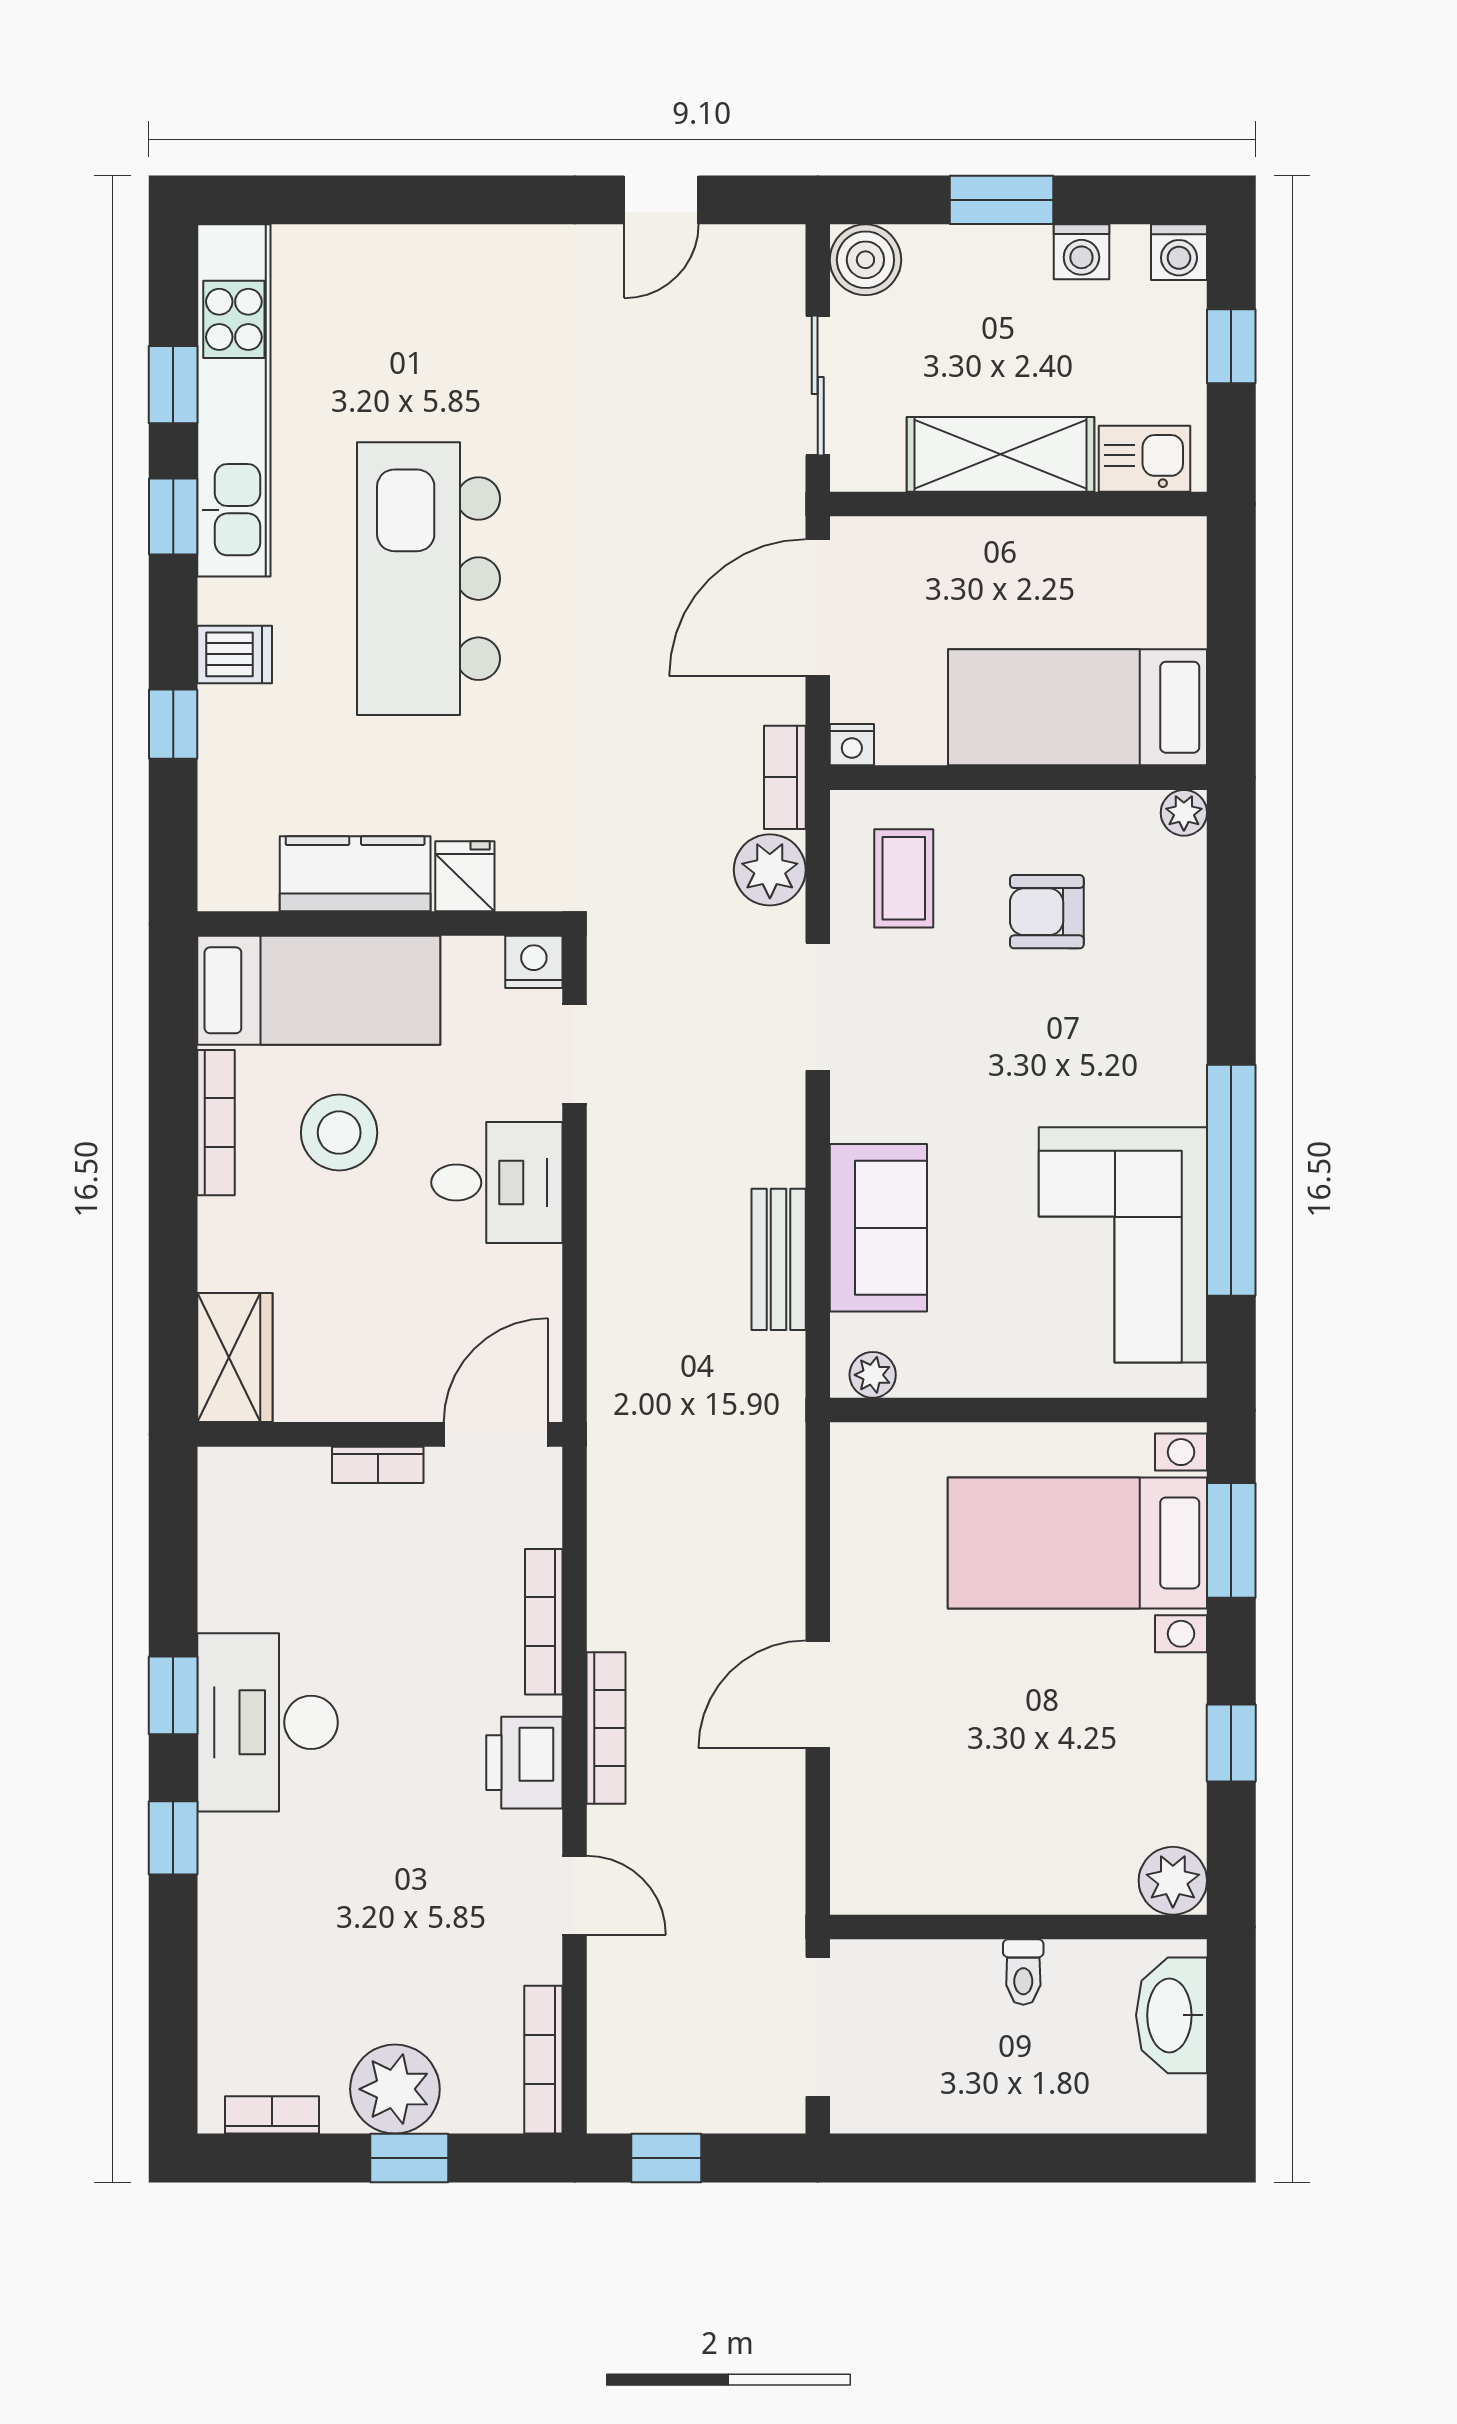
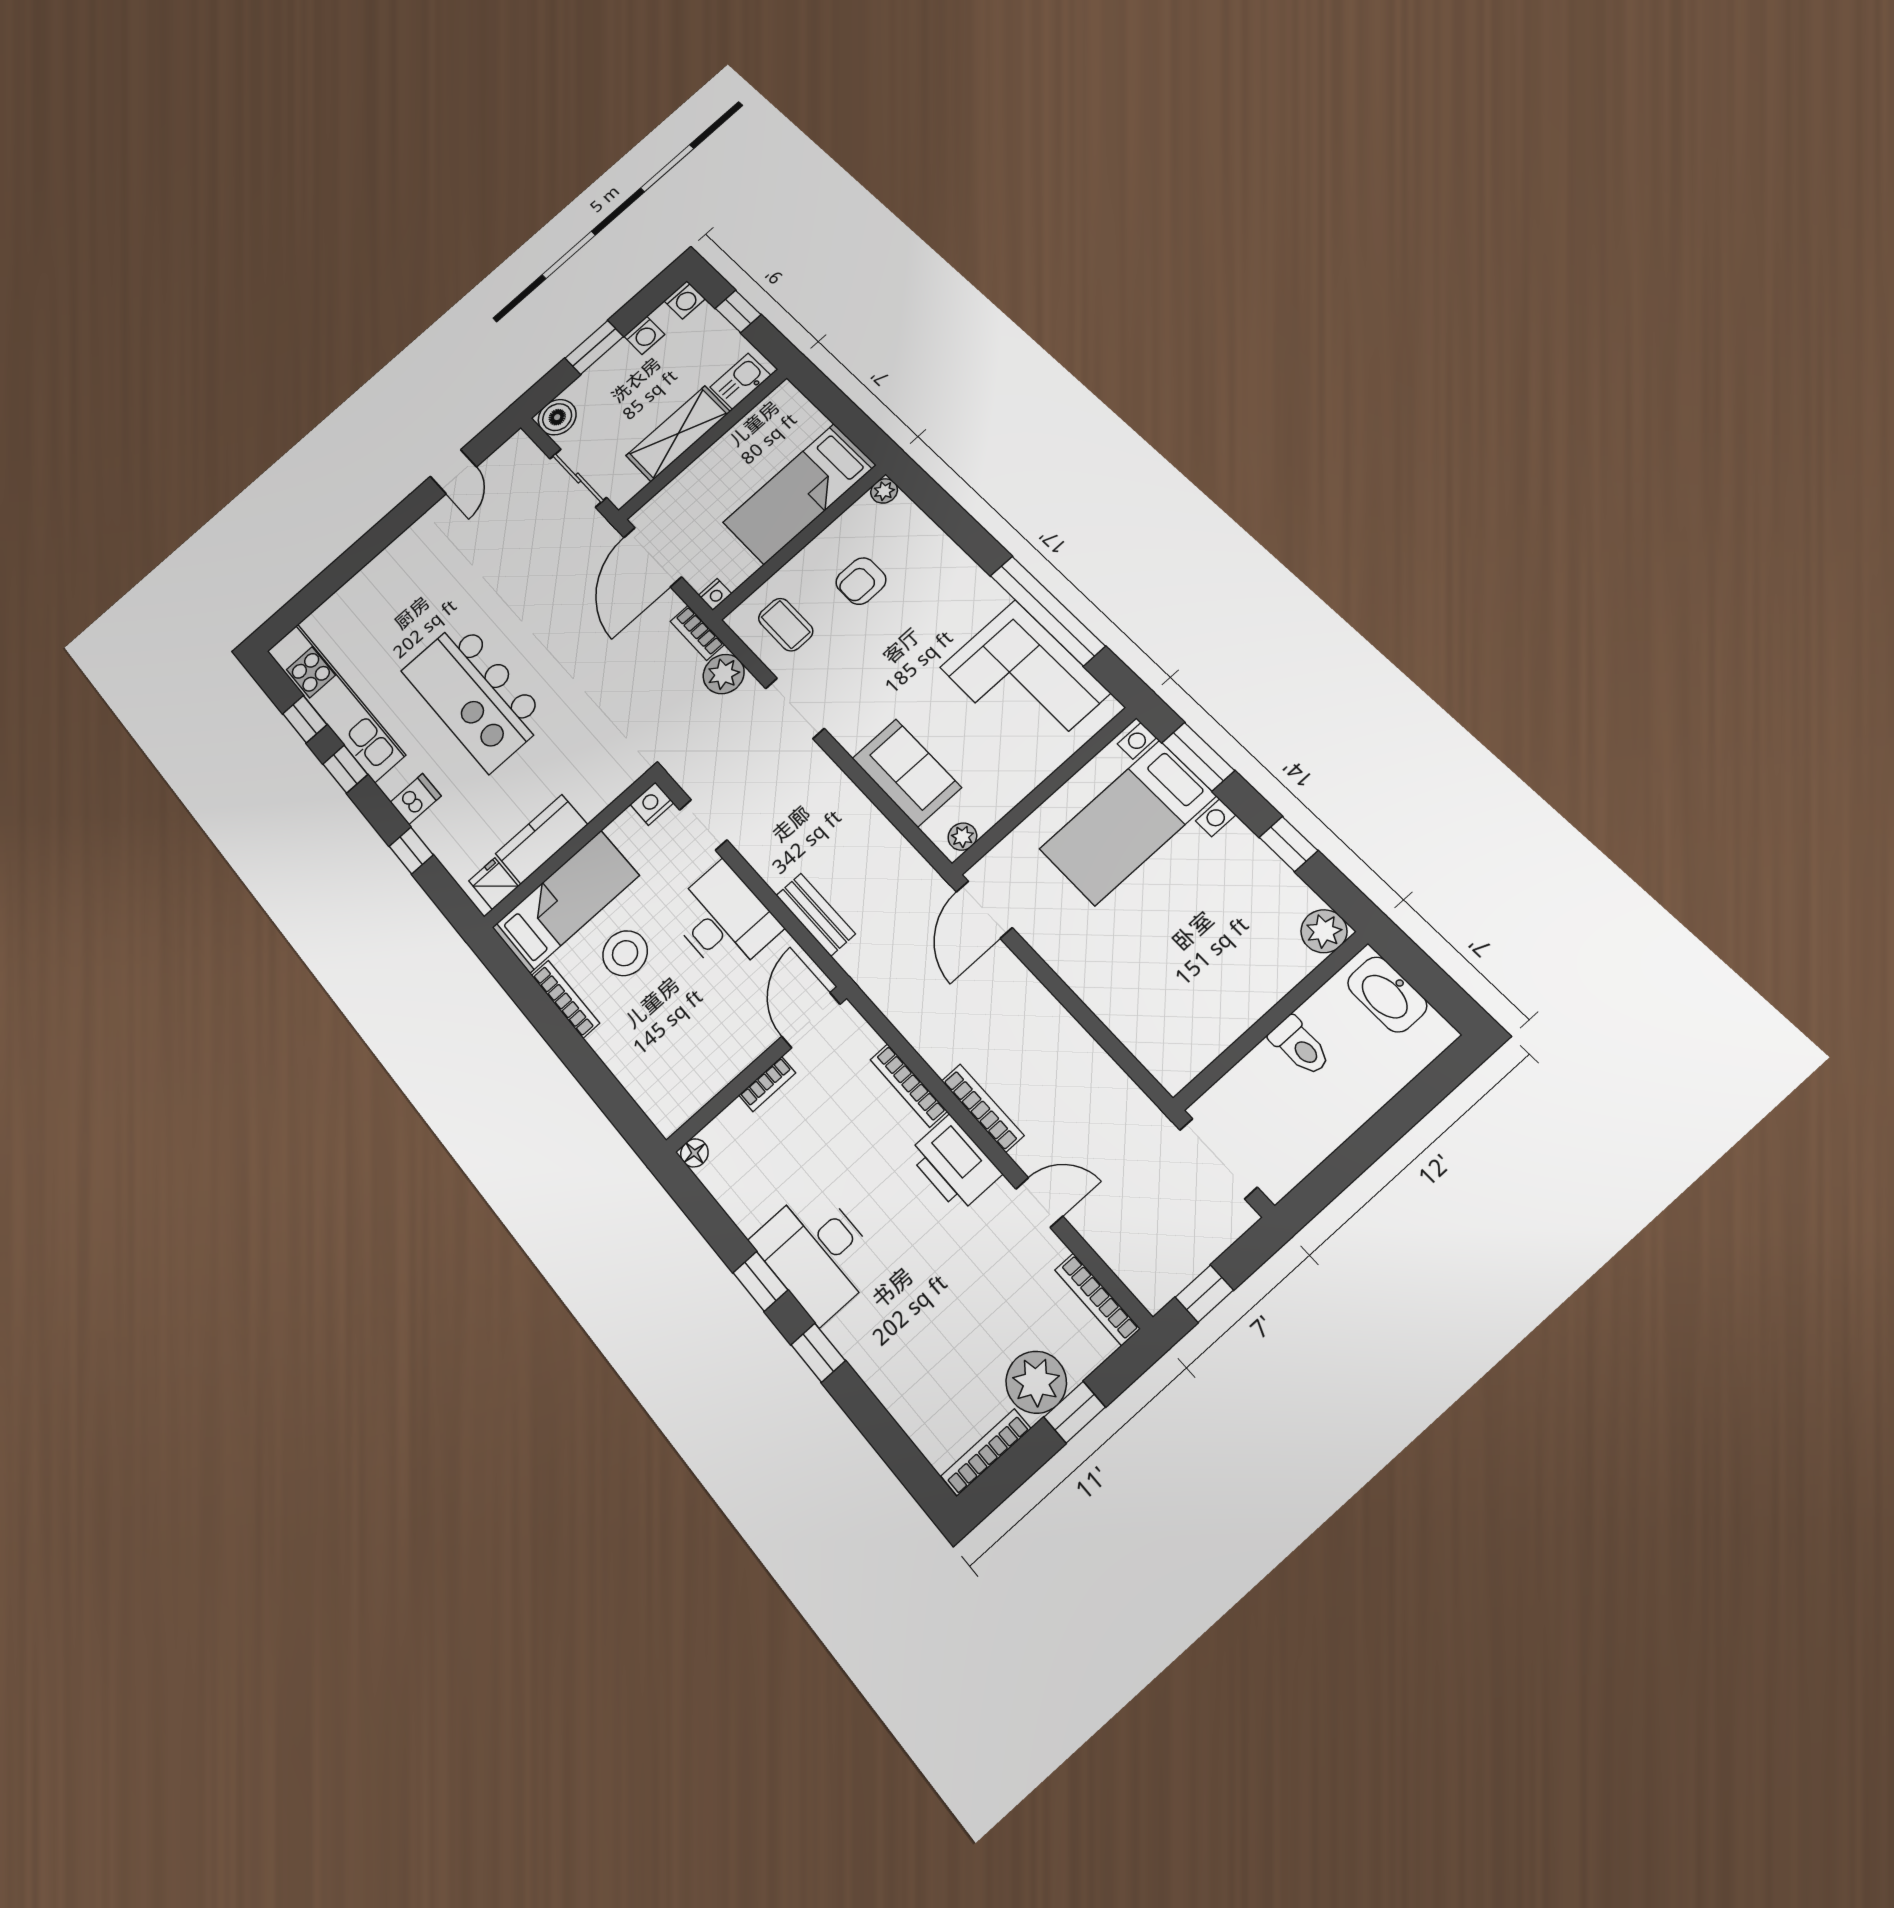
fridge: (465, 876) -> (494, 884), moved
desk: (497, 1182) -> (724, 920), width x1.37
bench: (779, 1259) -> (816, 915), moved
wardrobe: (235, 1358) -> (660, 1095), removed
floor lamp: (220, 1469) -> (694, 1153), added
door: (818, 1694) -> (984, 910), moved
printer: (524, 1763) -> (954, 1164), width x1.37, depth x1.19
toilet: (1023, 1972) -> (1300, 1046), width x1.37, depth x1.39
bookcase: (272, 2115) -> (986, 1452), width x1.56

